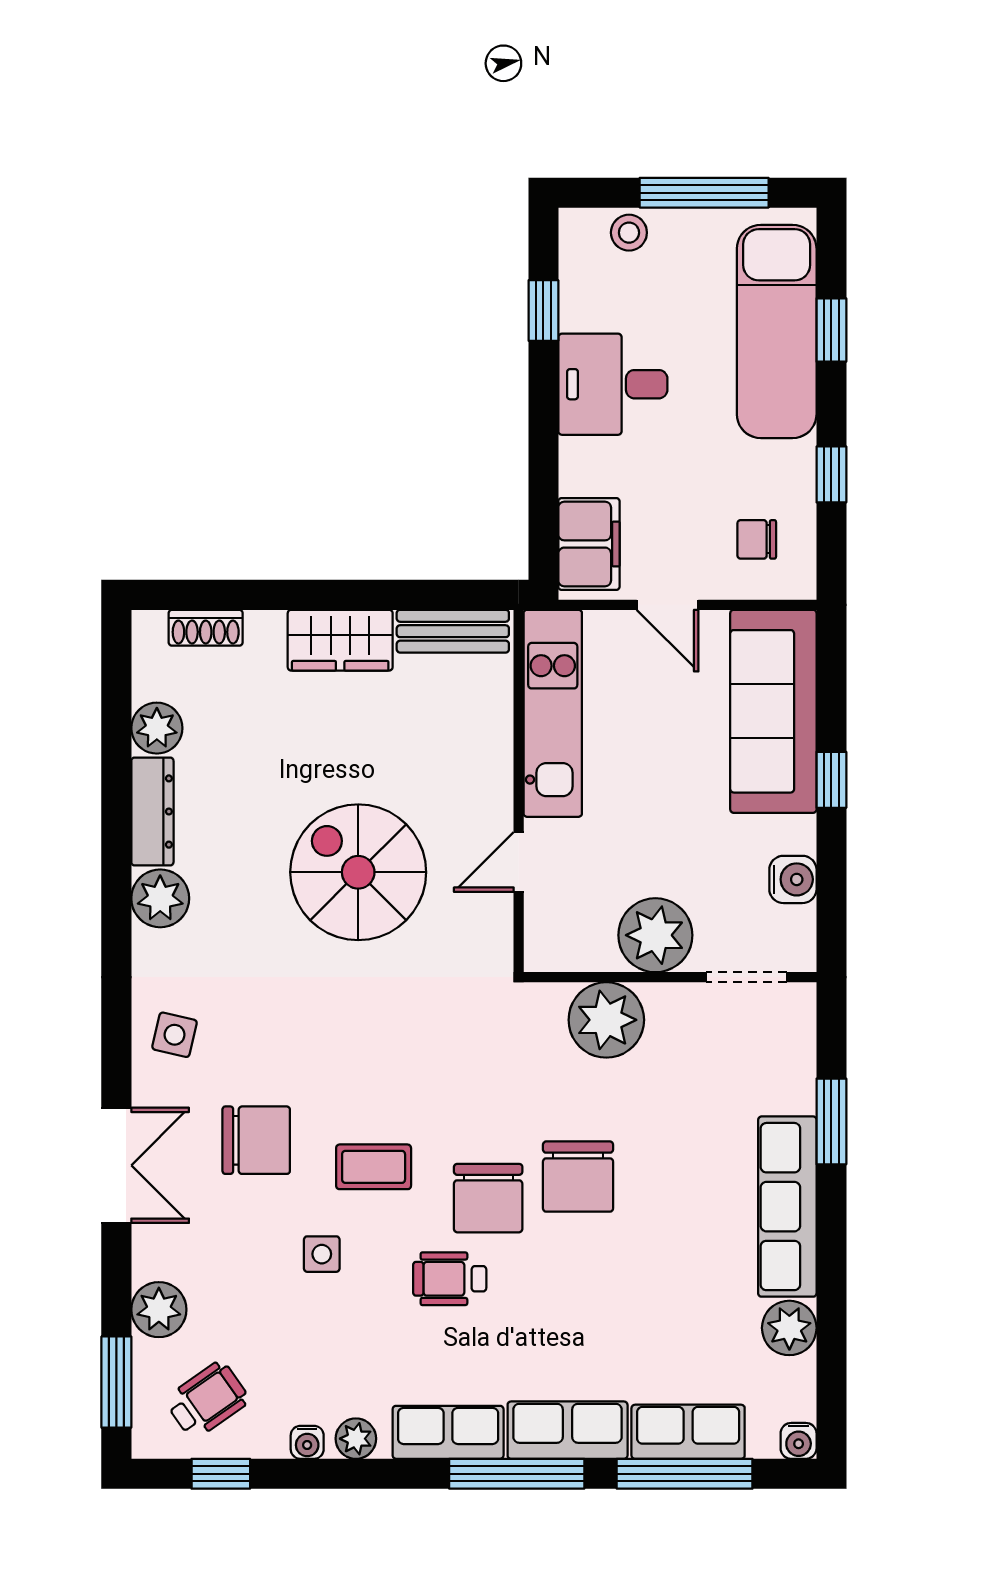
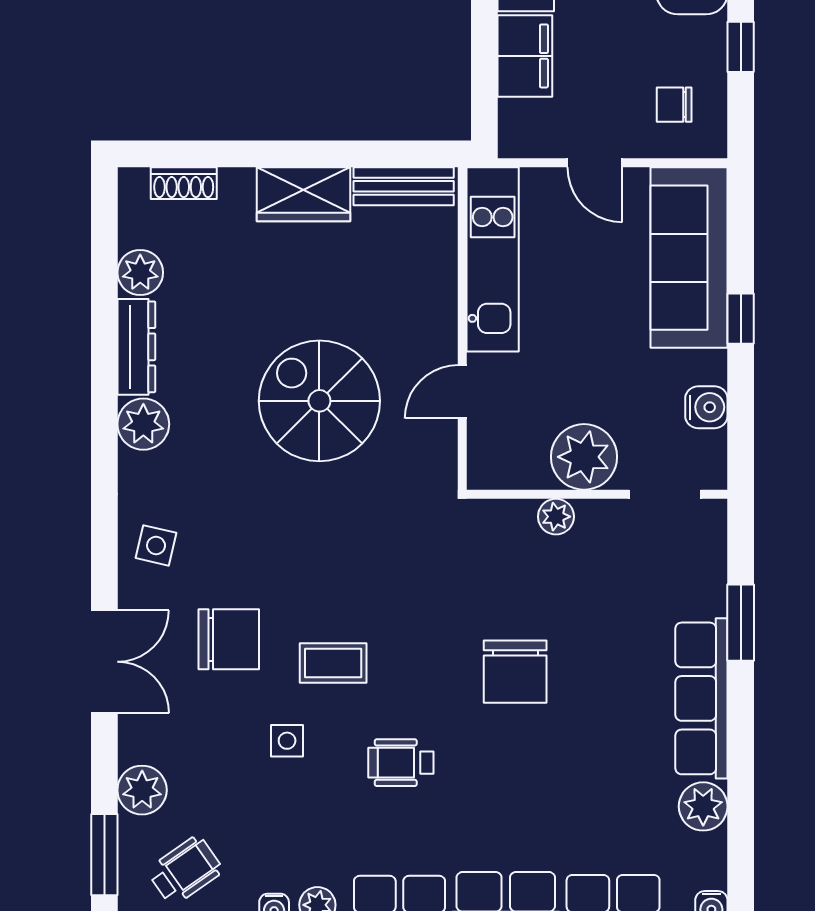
filing cabinet: (589, 544) -> (525, 56), moved
plant: (606, 1020) -> (556, 517), width x0.53, depth x0.53
chair: (488, 1198) -> (435, 691), removed

